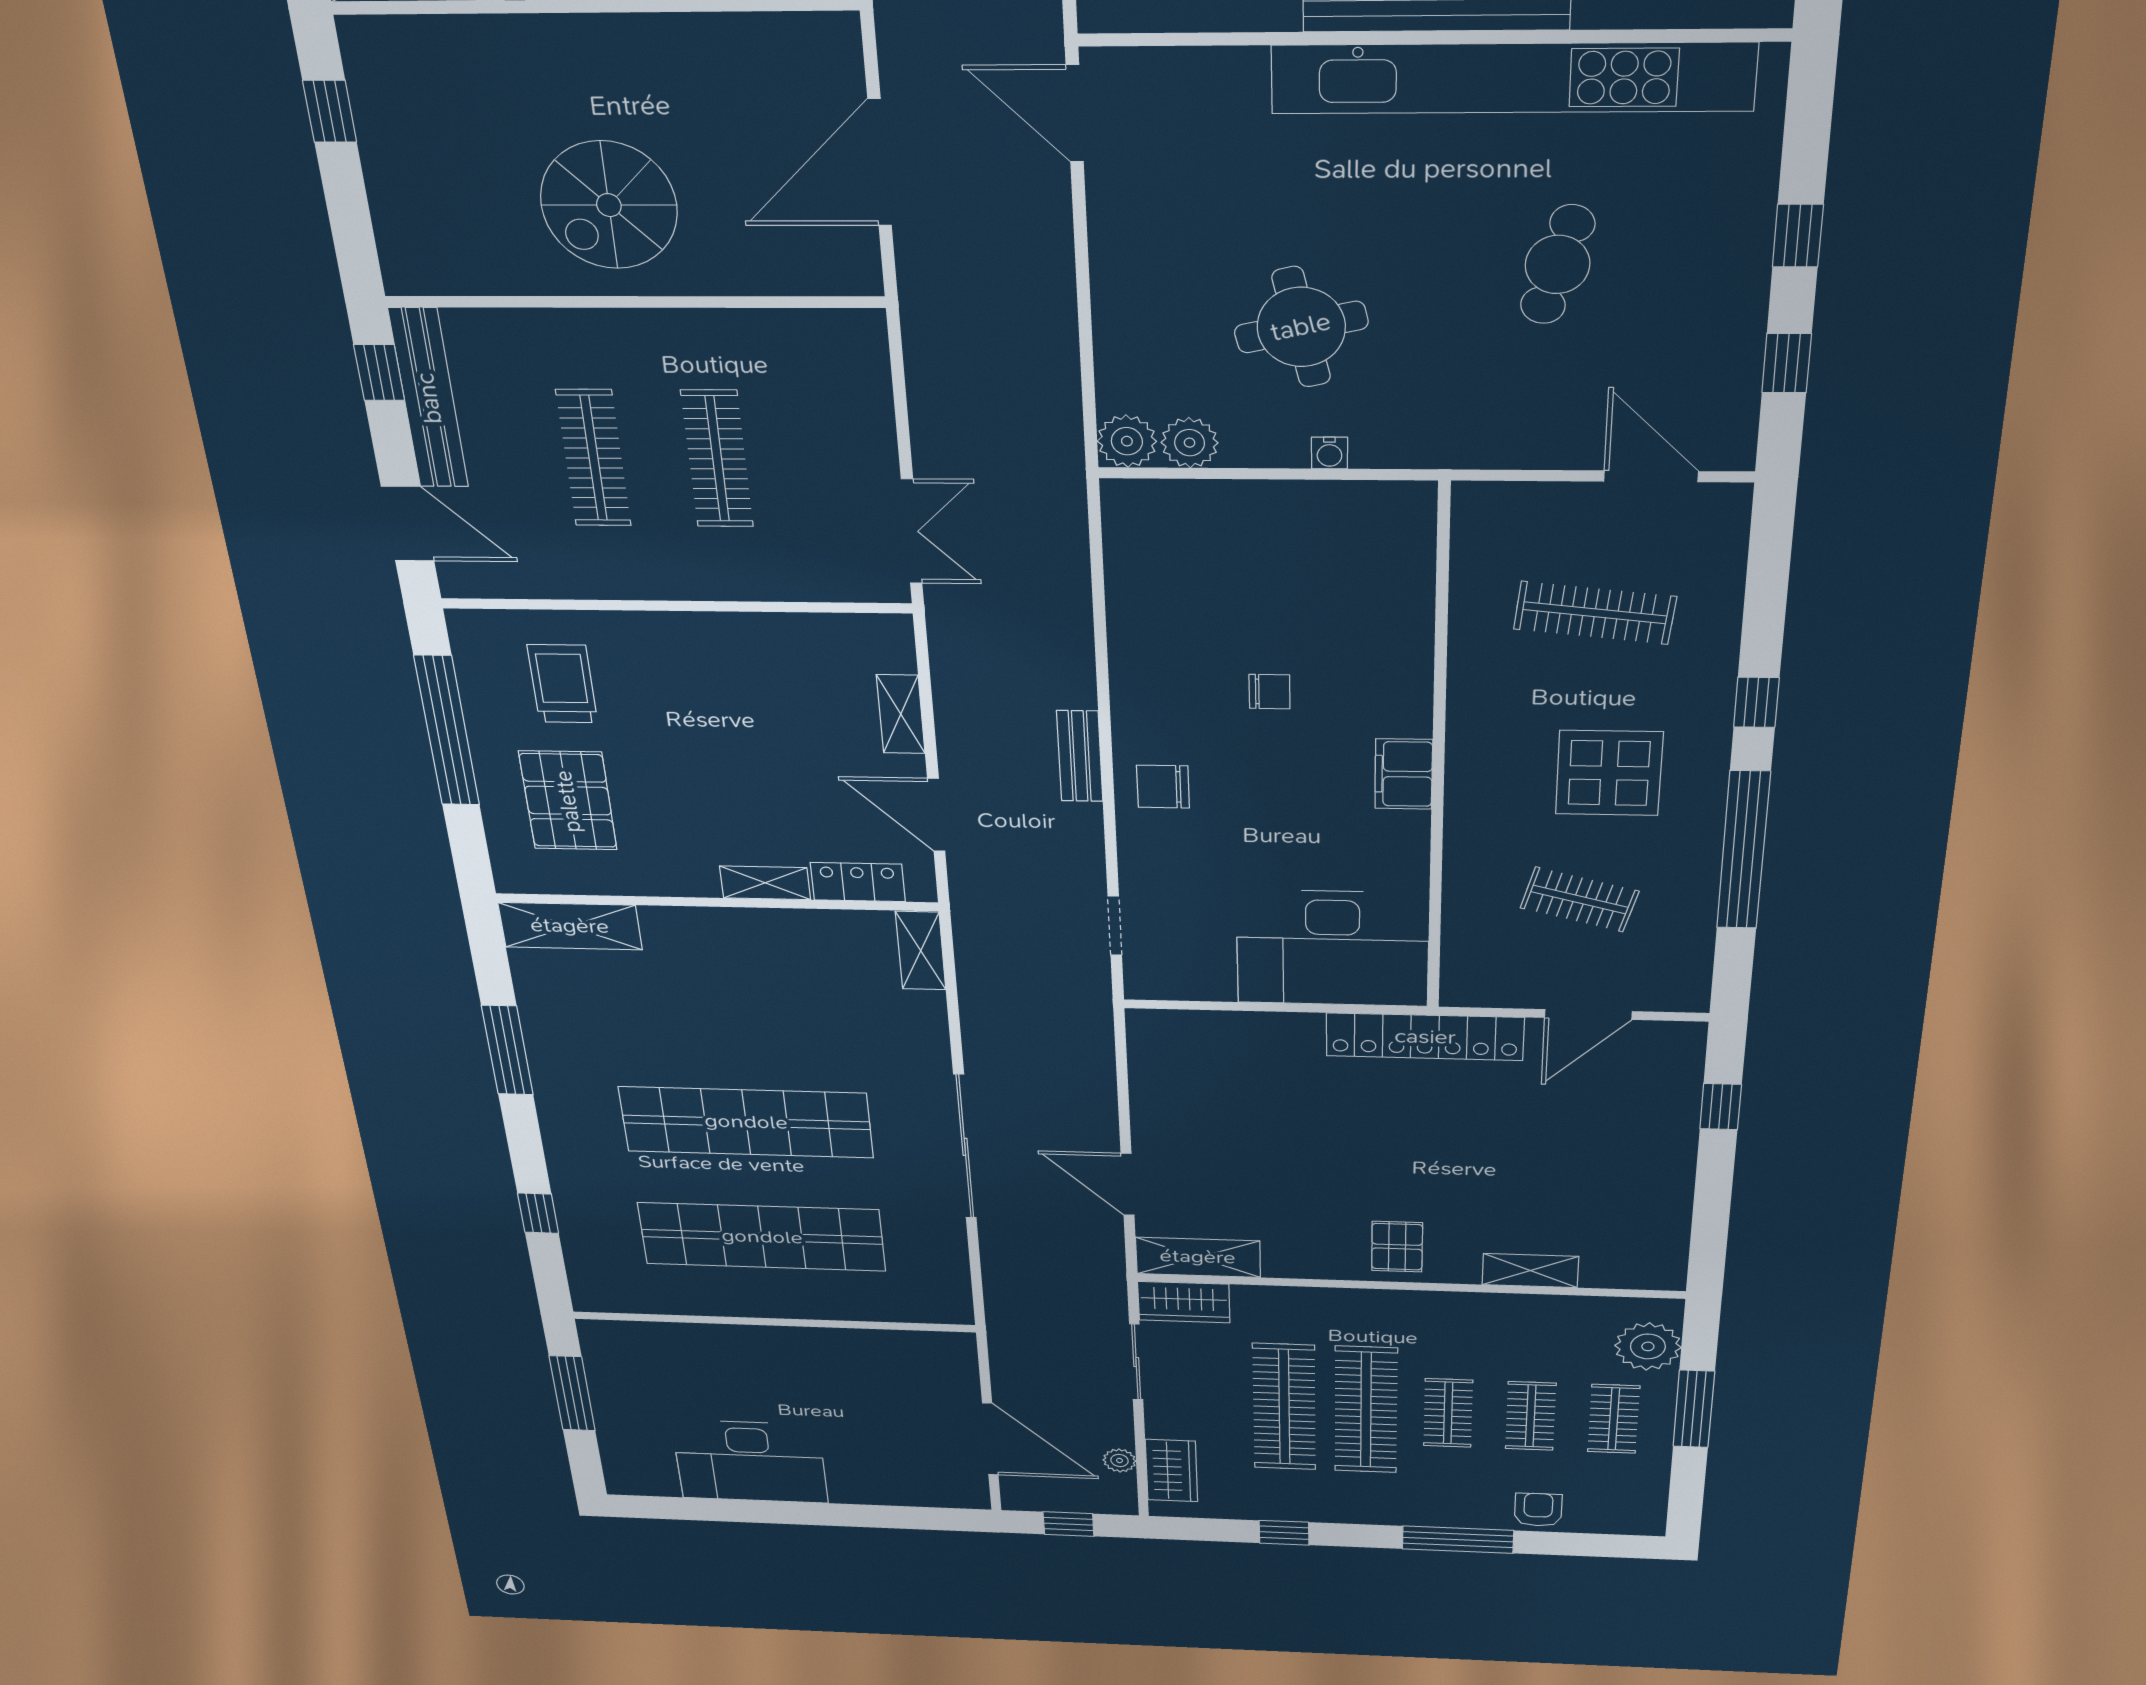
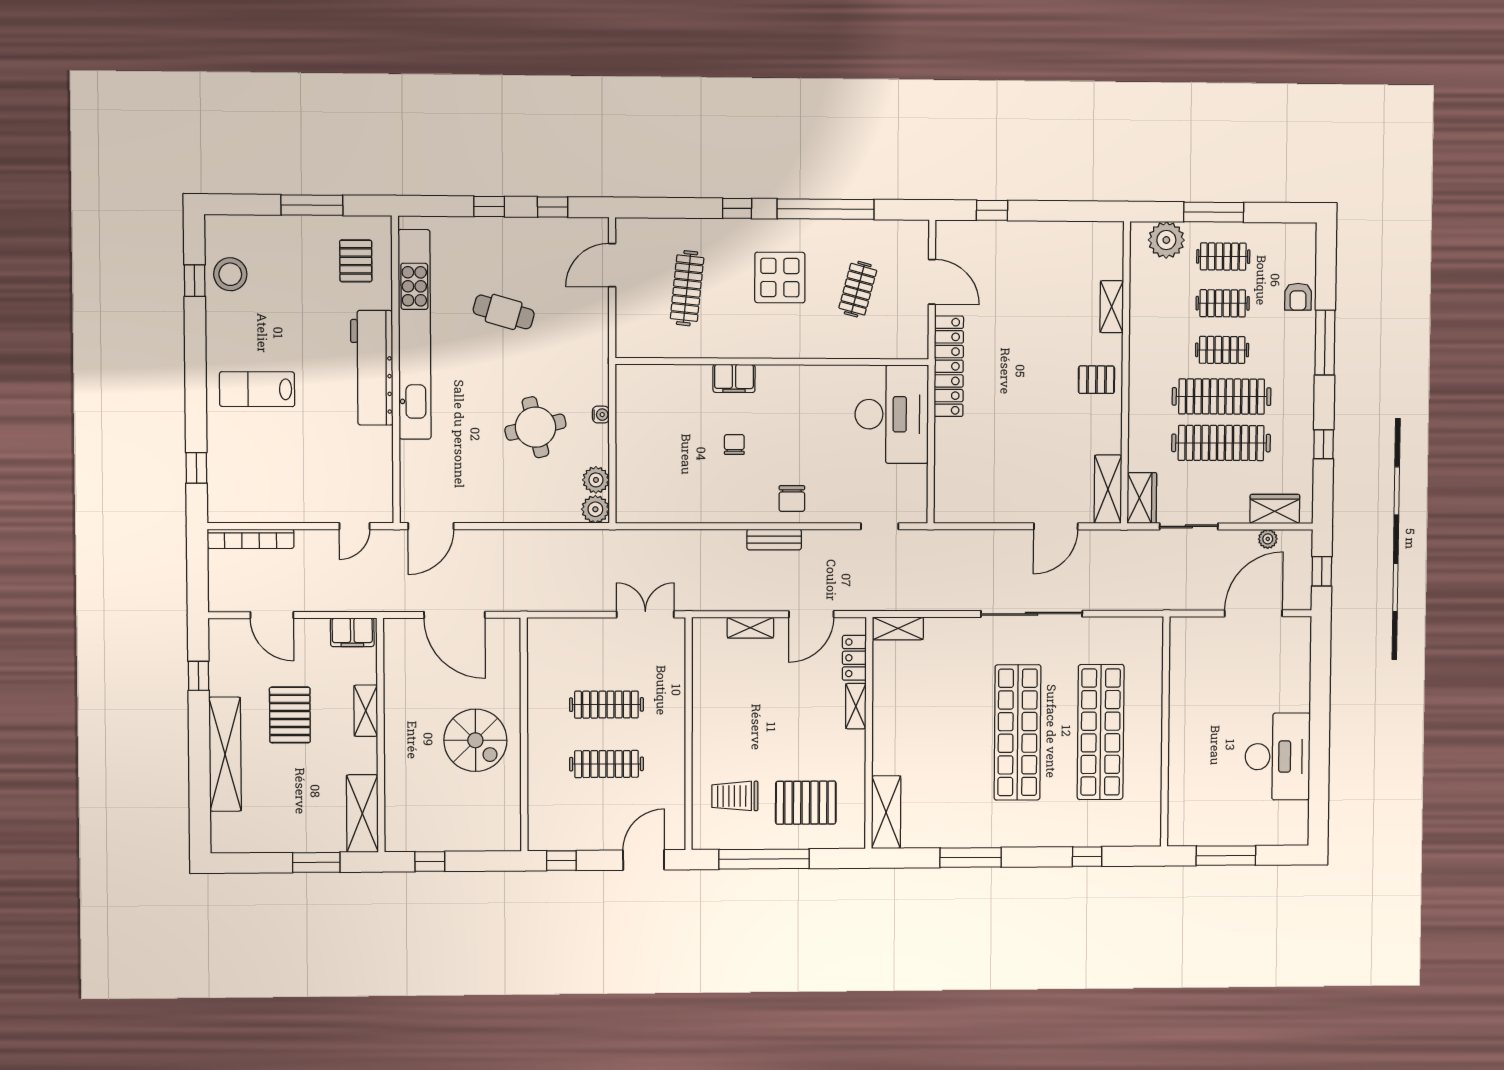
bench: (429, 398) -> (575, 839), removed
filing cabinet: (1404, 774) -> (734, 378), moved
armchair: (1538, 1510) -> (1298, 297), turned -90

